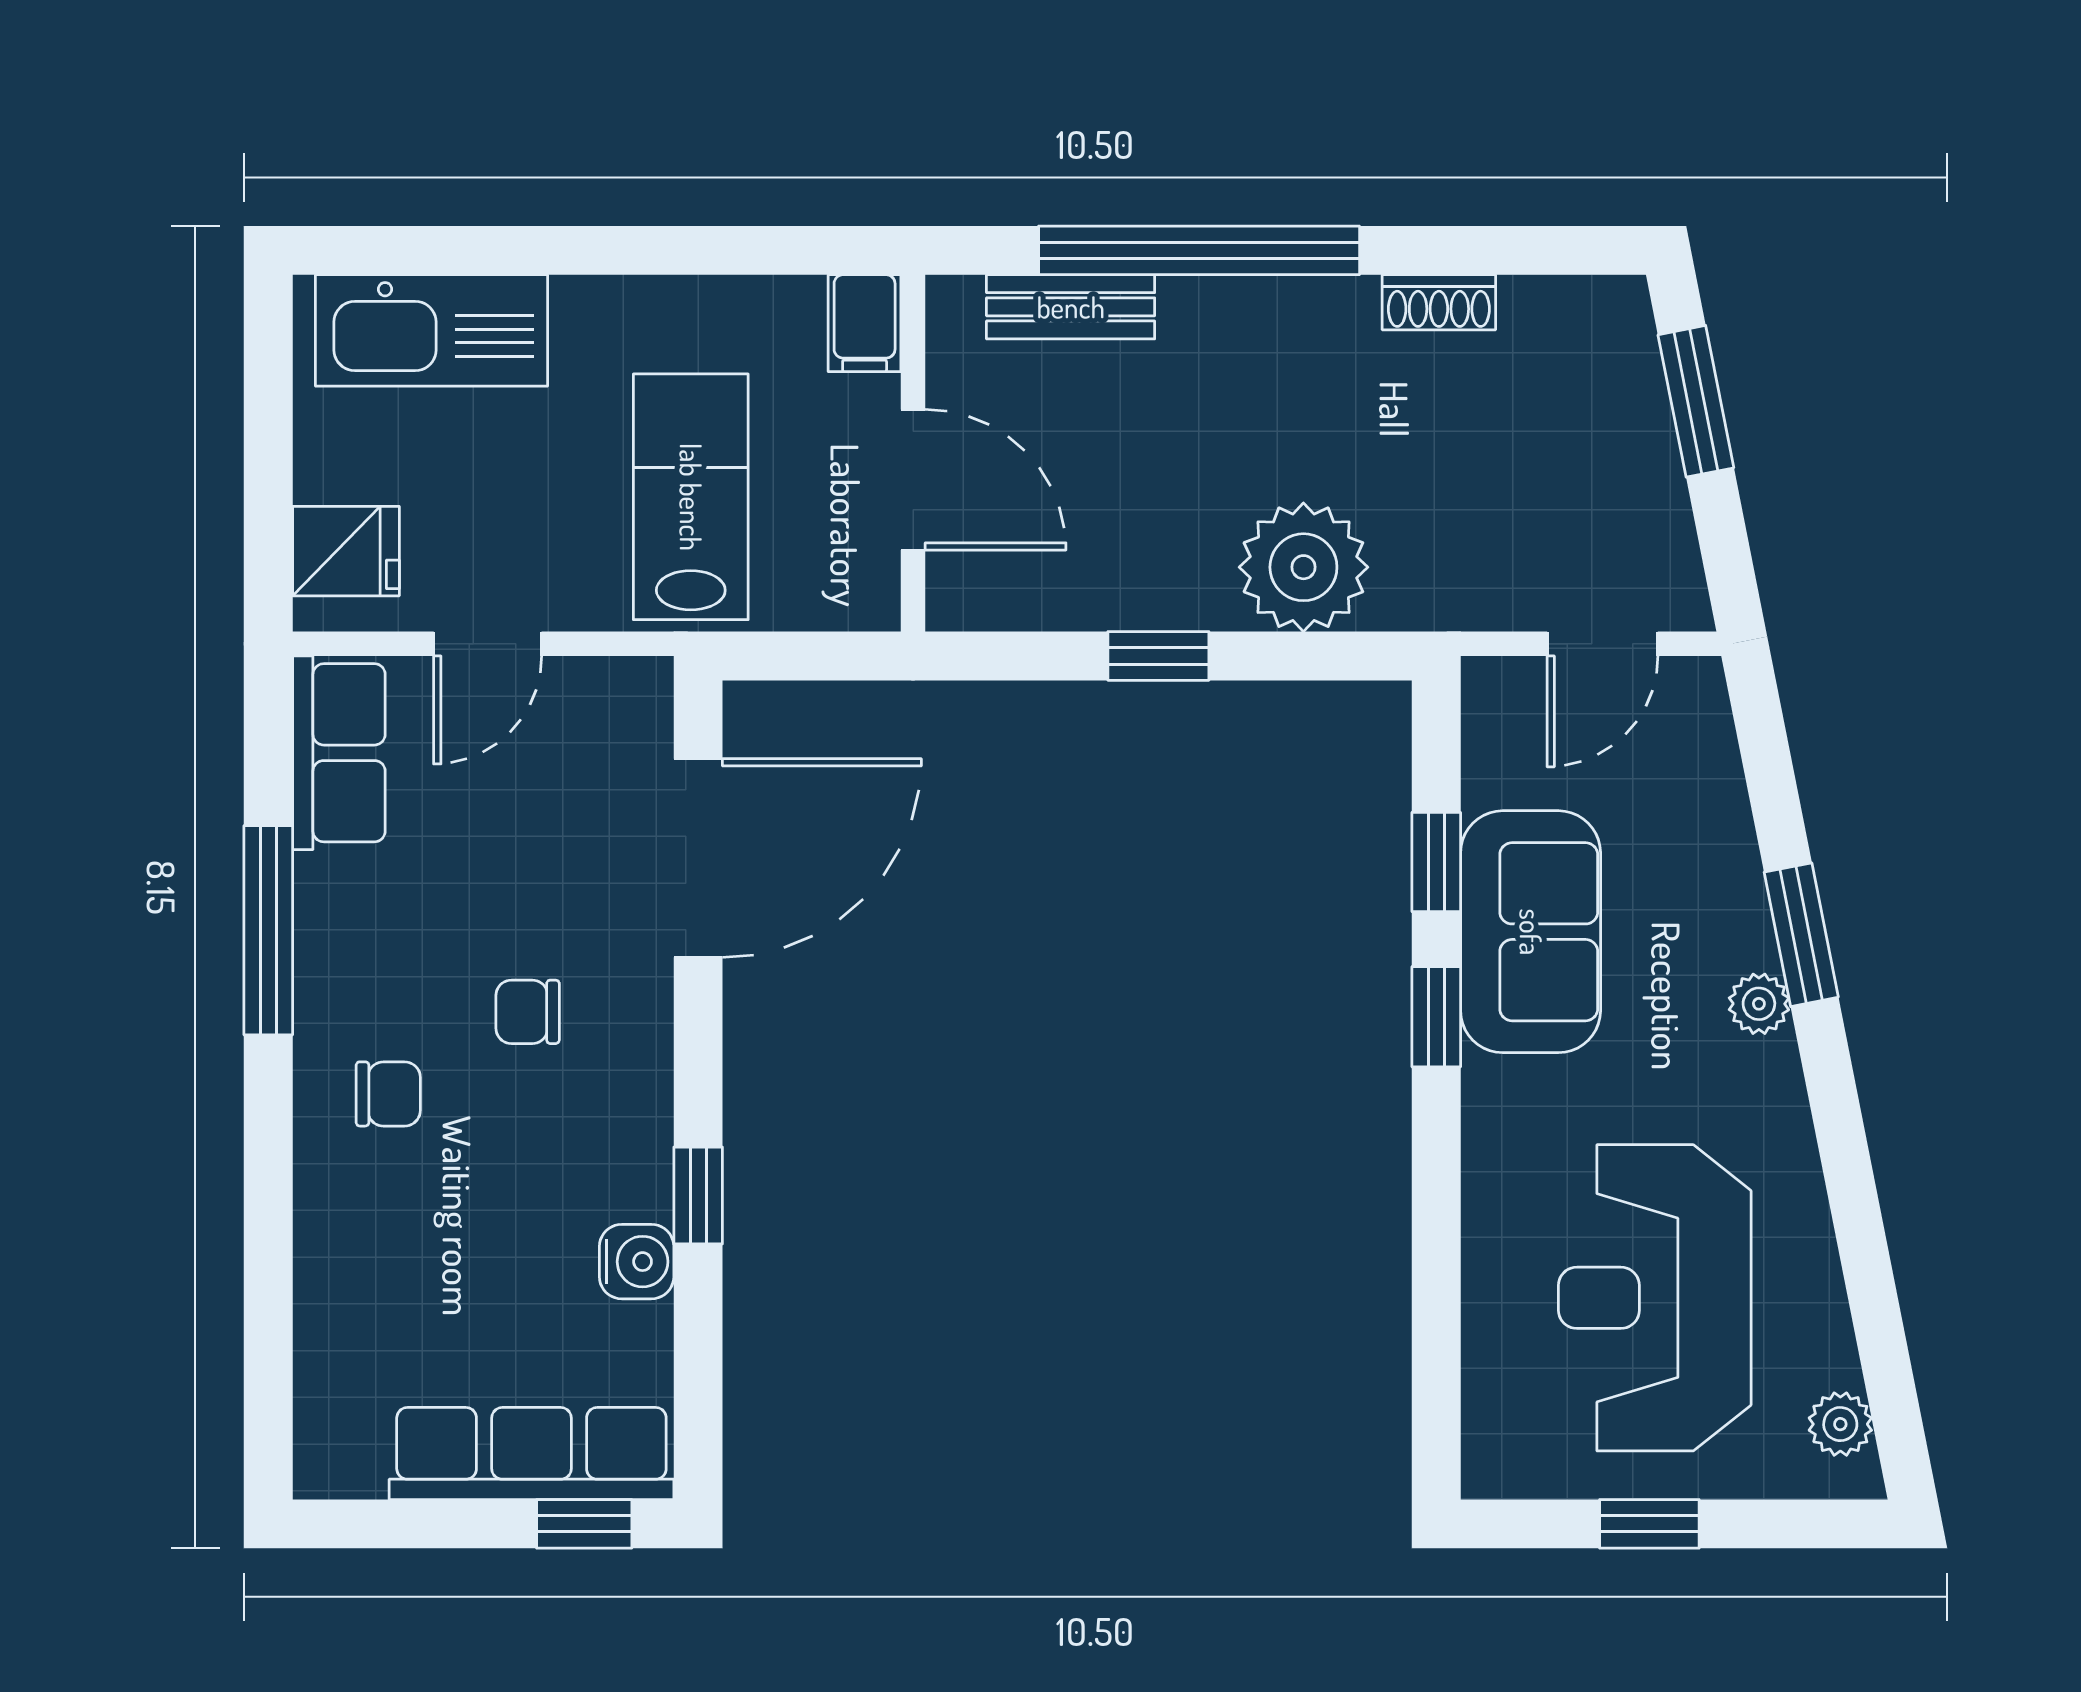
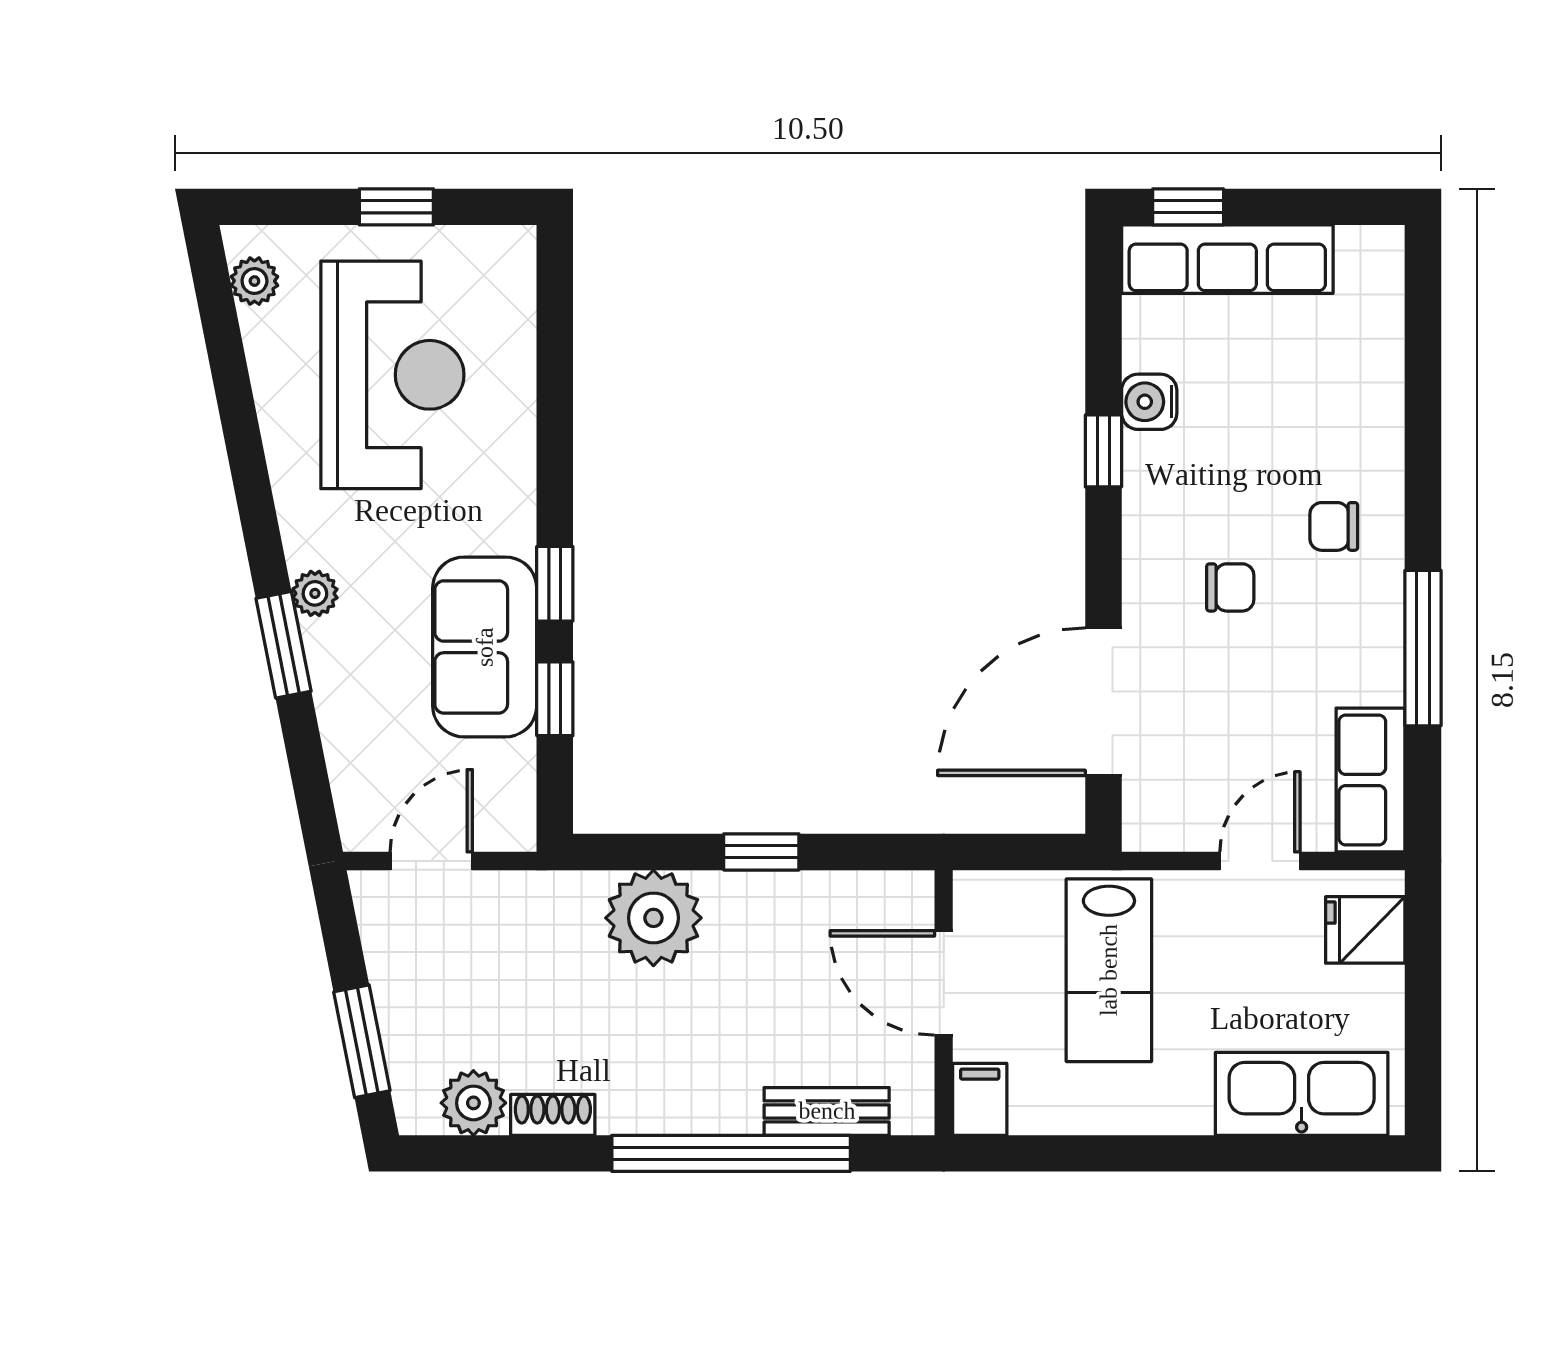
plant: (1546, 318) -> (473, 1103), added

